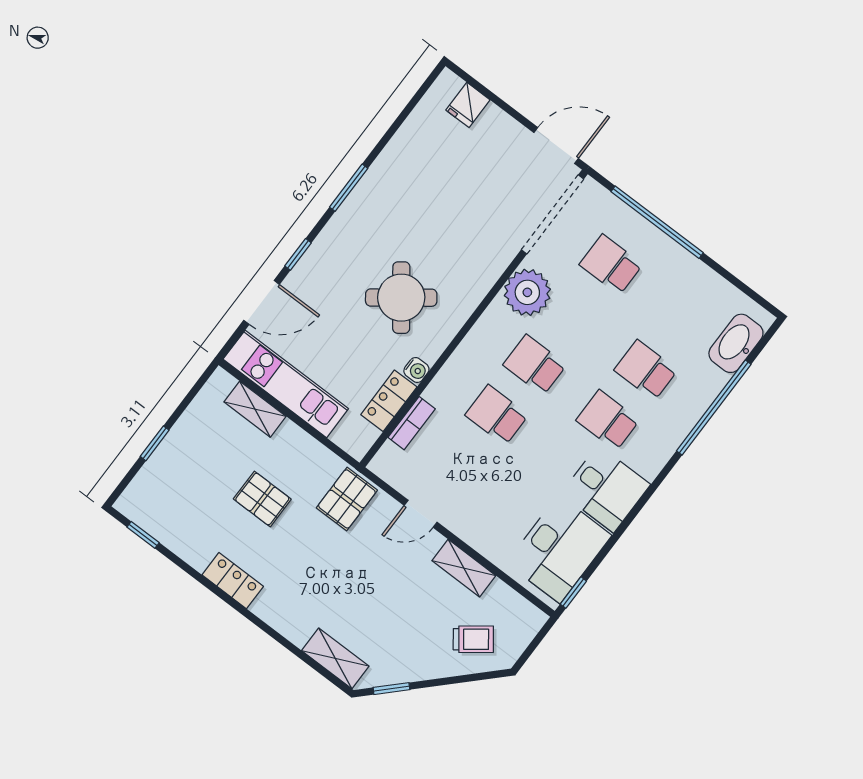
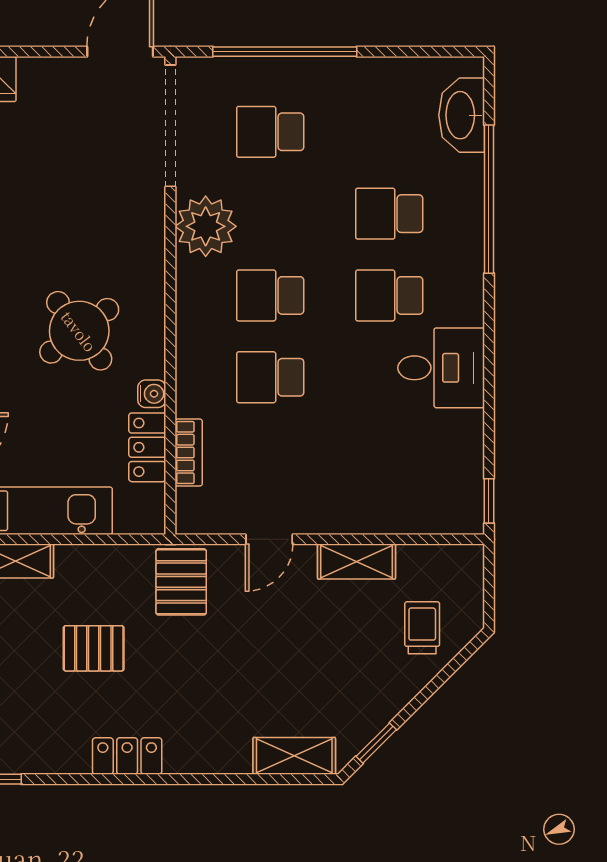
desk: (559, 549) -> (440, 467), removed
trolley: (473, 639) -> (422, 628), turned -53

